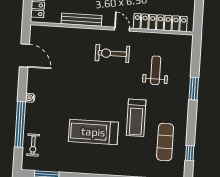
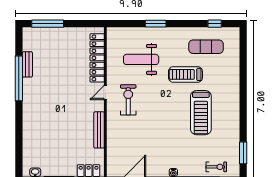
exercise bike: (112, 53) -> (128, 100), turned 180
weight bench: (156, 70) -> (141, 59), width x1.36, depth x1.33
treadmill: (136, 118) -> (185, 74), turned 180

